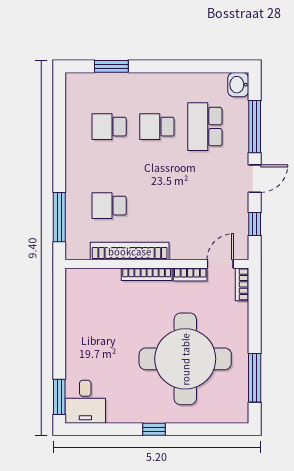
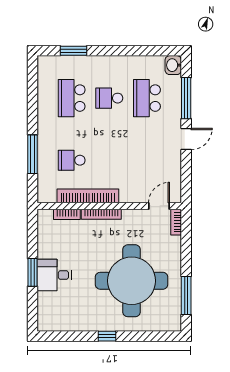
school desk: (109, 127) -> (72, 98), width x1.85
window: (59, 217) -> (32, 154), moved
window: (255, 224) -> (186, 175), removed
bookcase: (190, 274) -> (67, 214), moved
window: (59, 397) -> (32, 272), moved
desk: (85, 402) -> (54, 275), moved, turned 90

